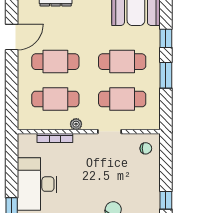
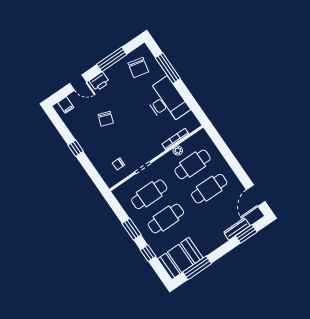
door: (12, 37) -> (256, 196), moved
plant: (76, 124) -> (178, 151), moved
chair: (146, 148) -> (118, 164), moved

